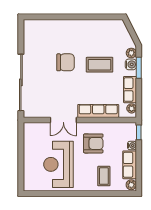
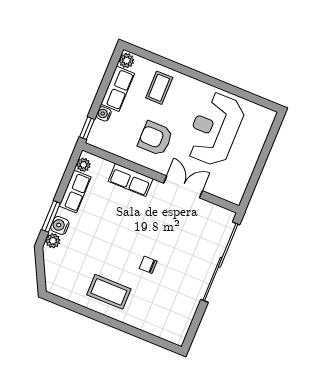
chair: (65, 62) -> (148, 265), width x0.54, depth x0.54
coffee table: (100, 65) -> (109, 292), moved
row of seats: (98, 111) -> (131, 180), width x0.68
reception desk: (58, 164) -> (215, 129), turned 180

